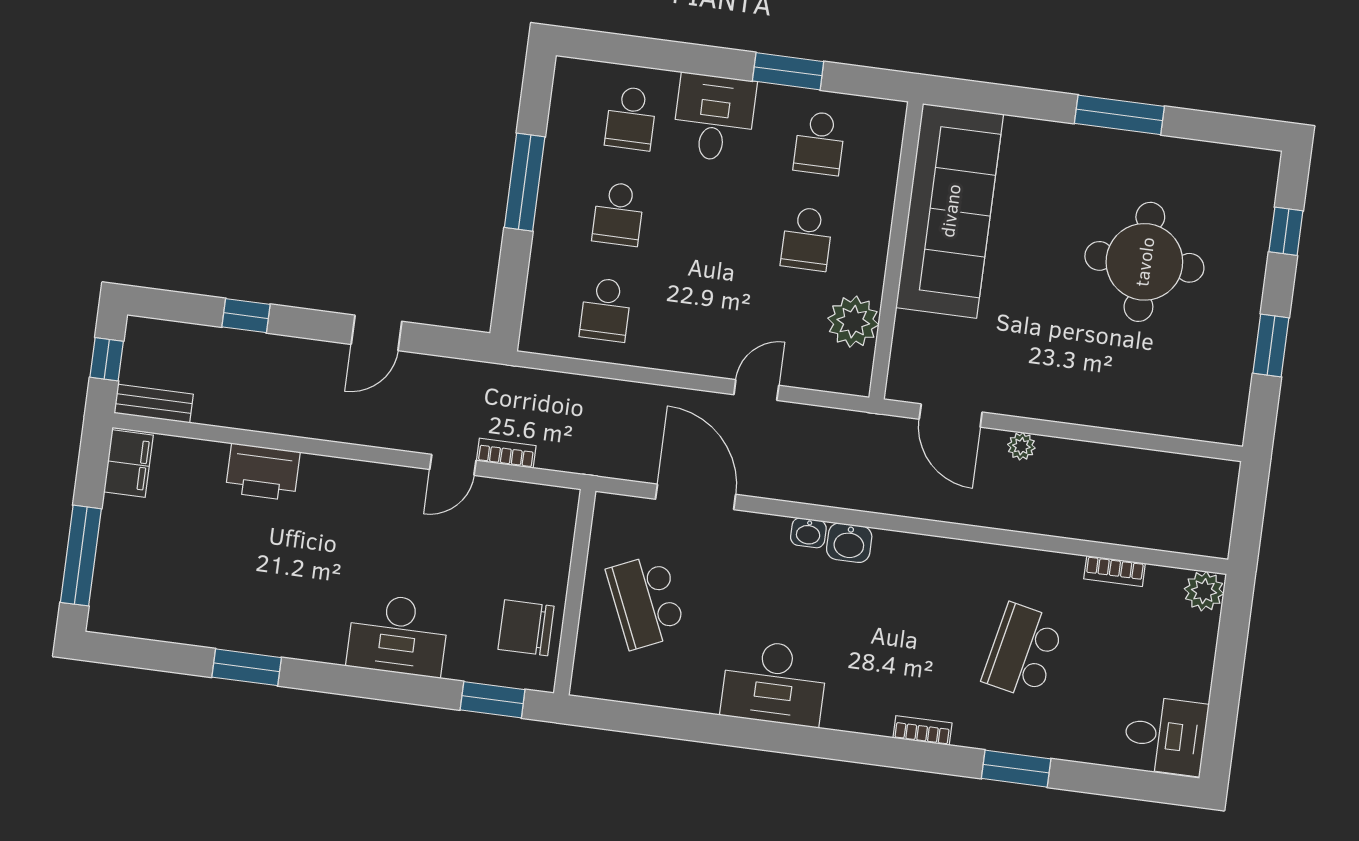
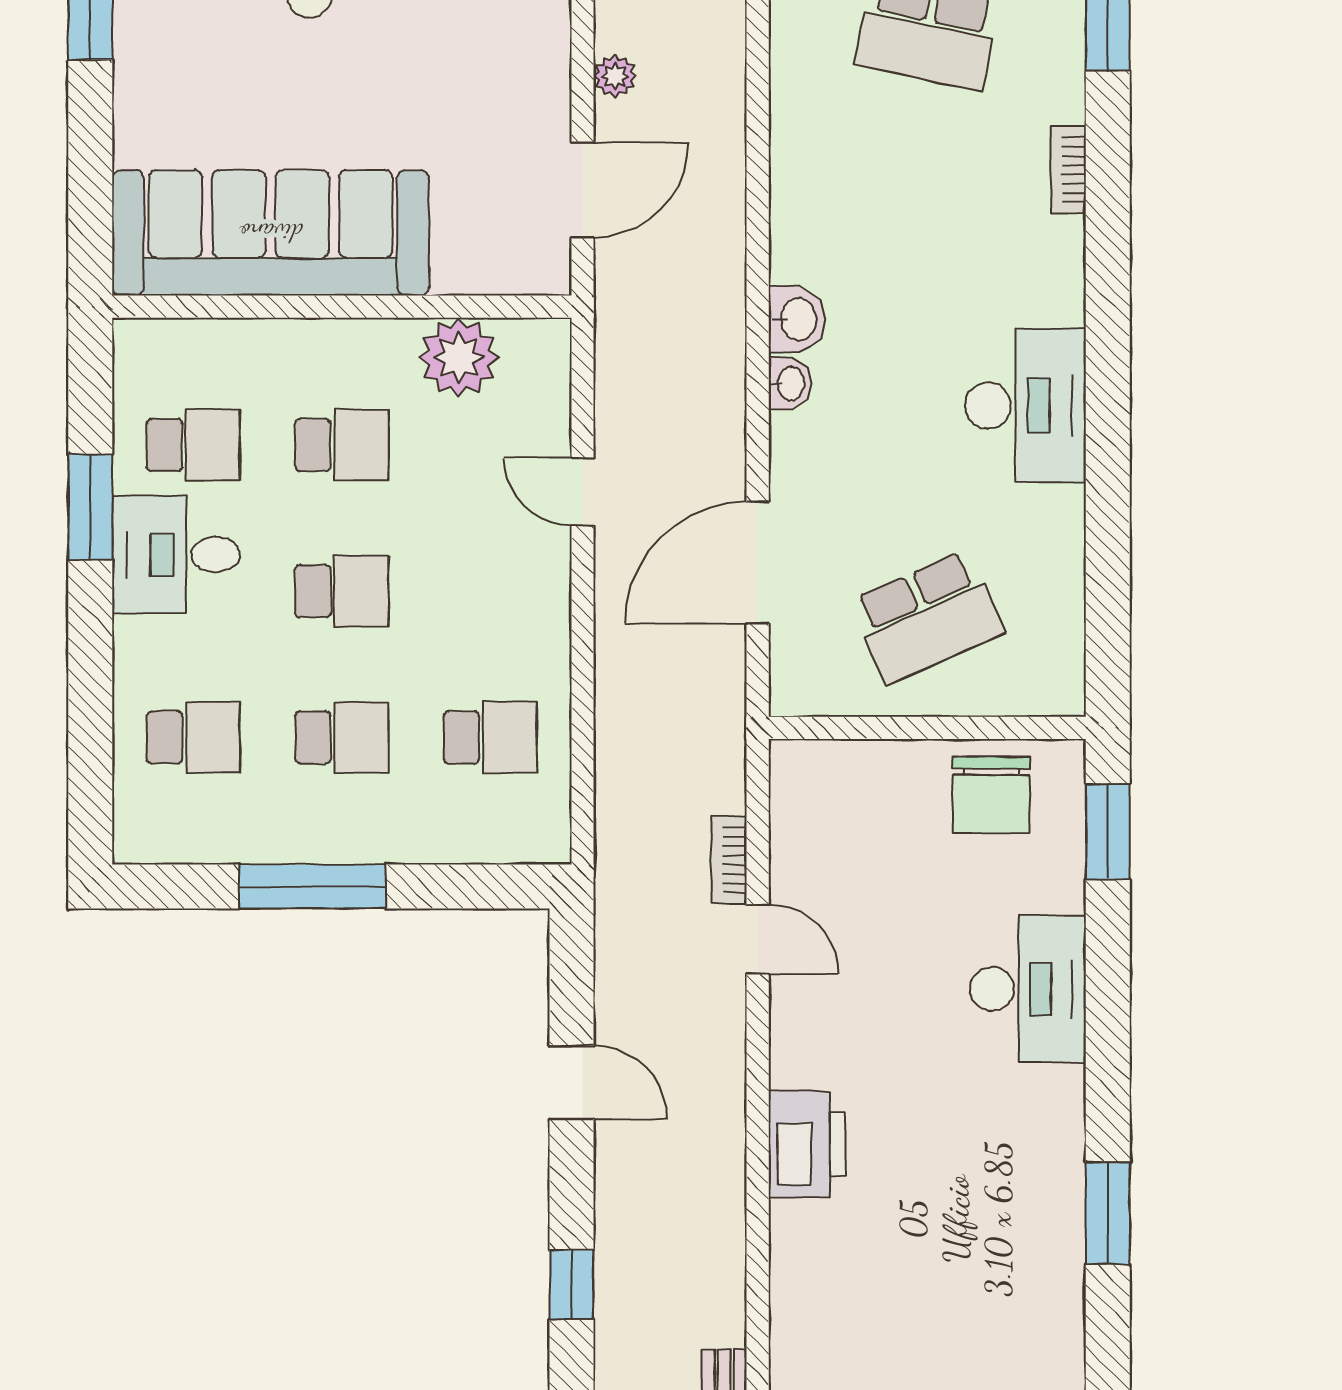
desk: (714, 118) -> (176, 555), moved
school desk: (713, 226) -> (342, 591), added
printer: (263, 472) -> (807, 1144), moved

